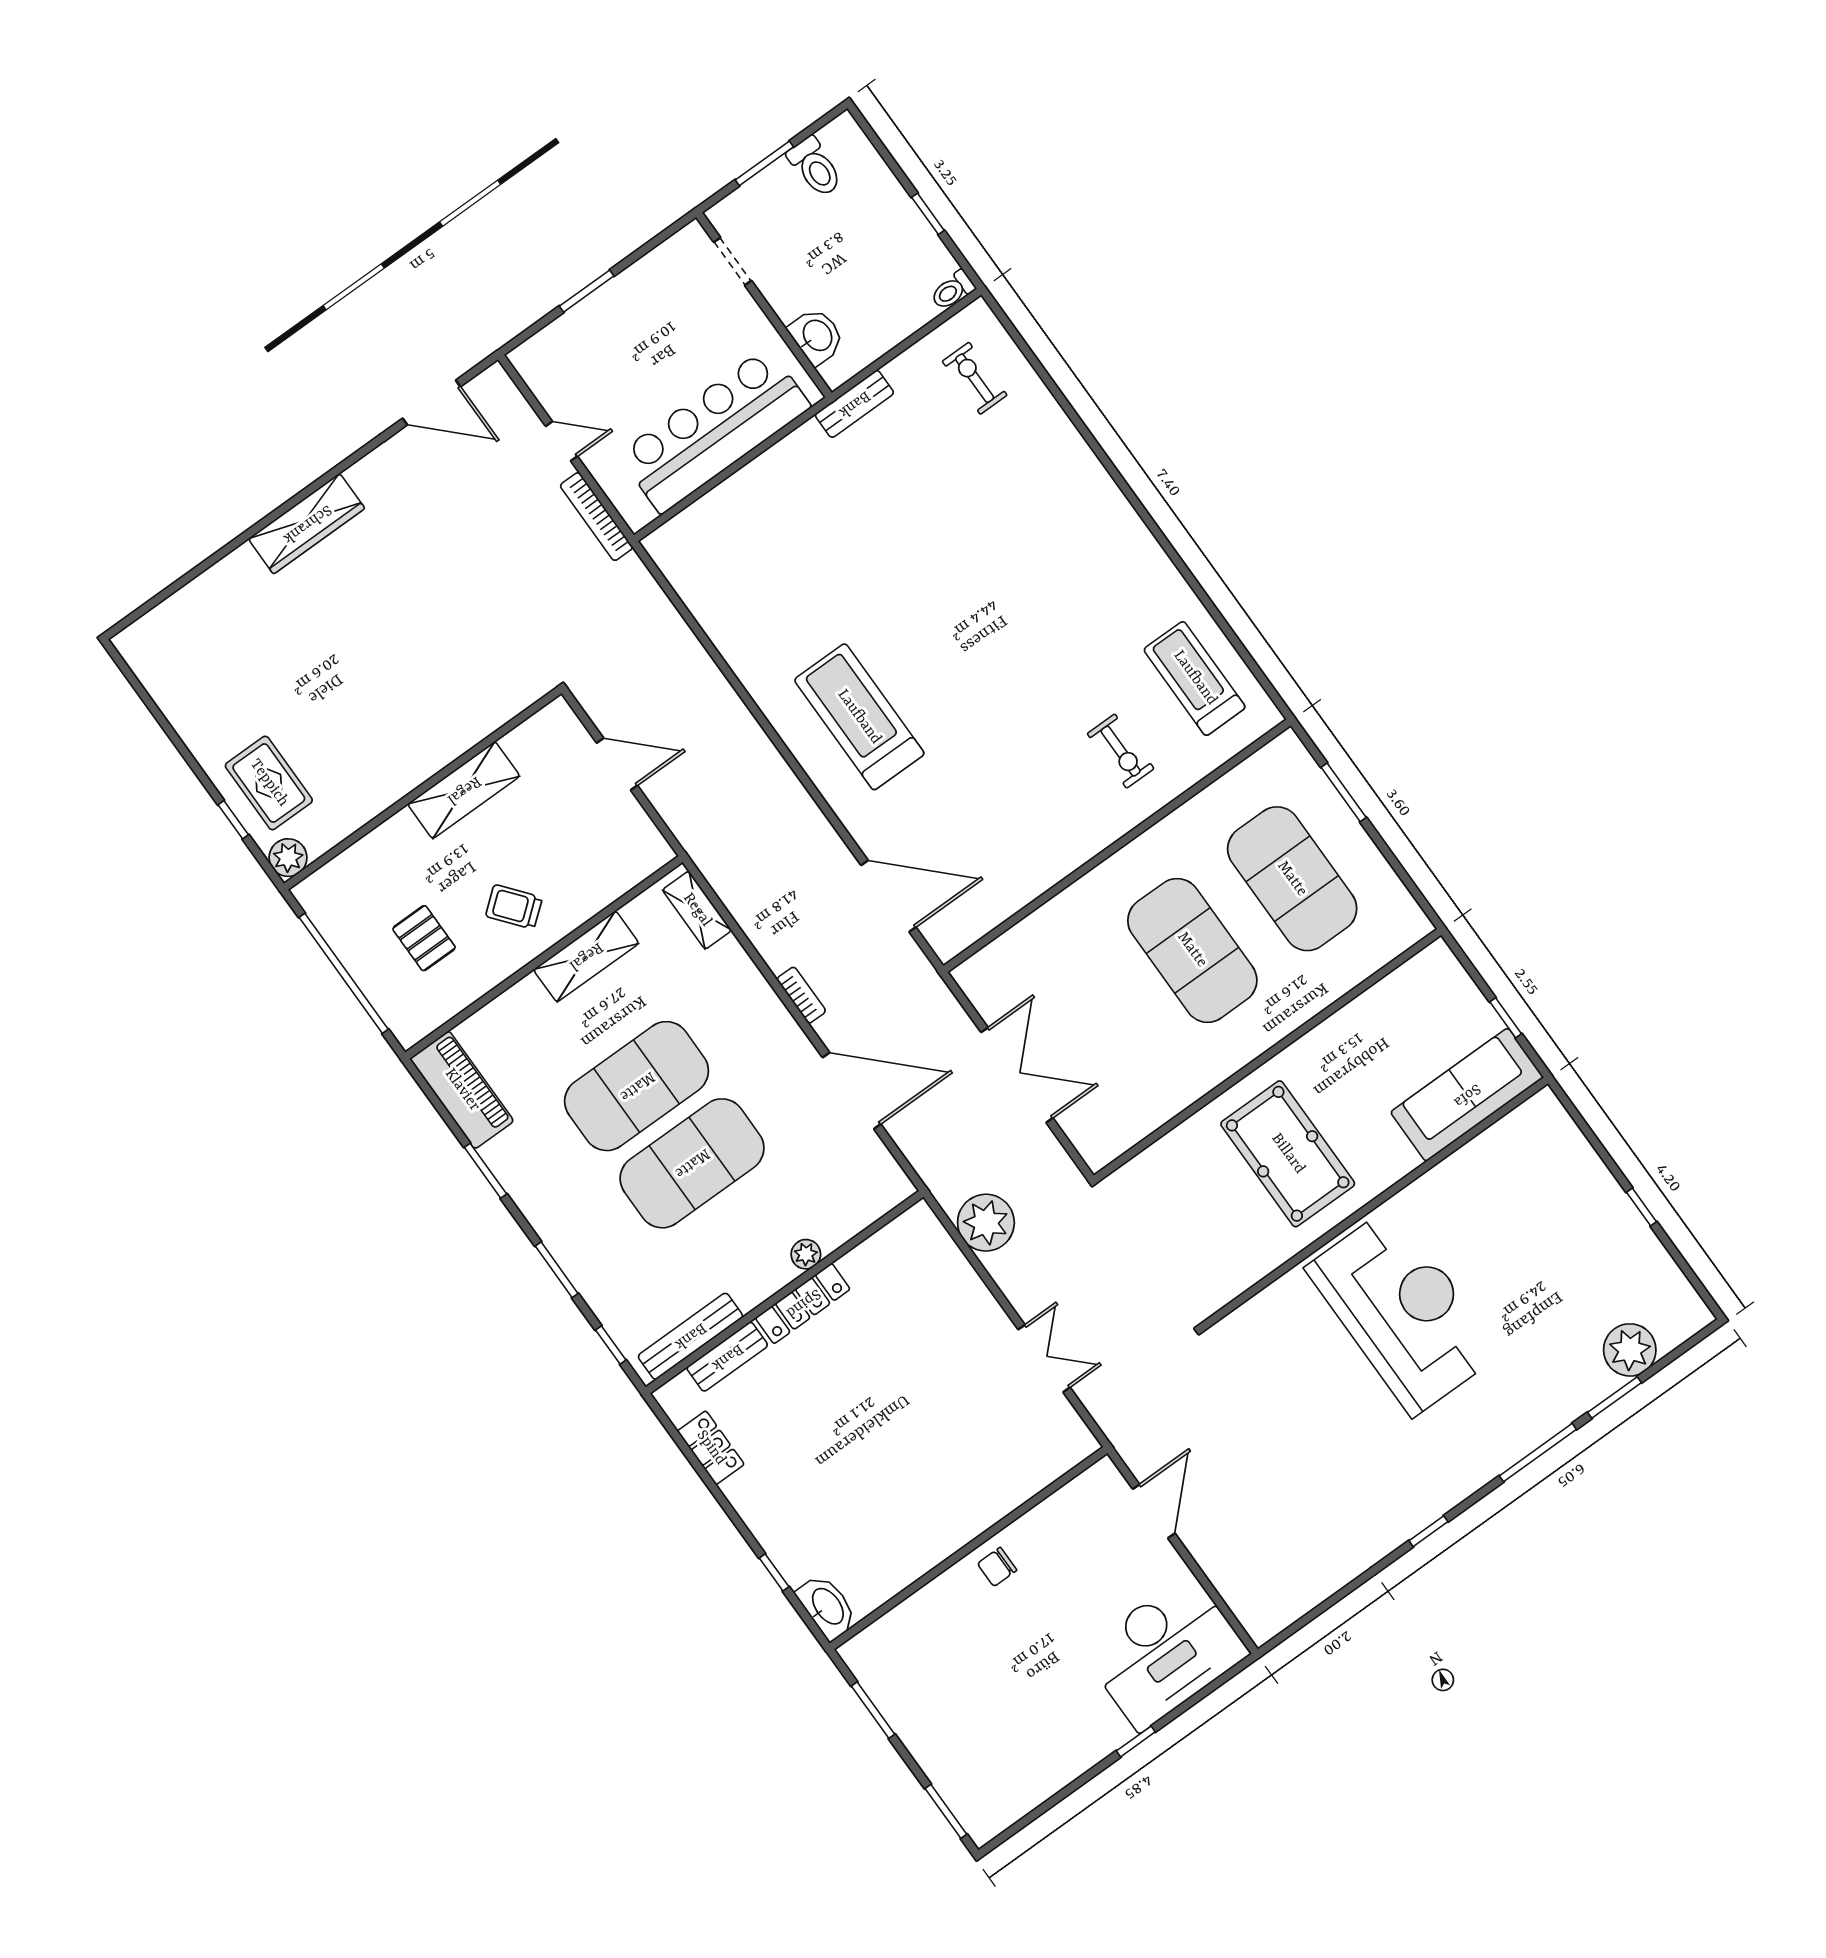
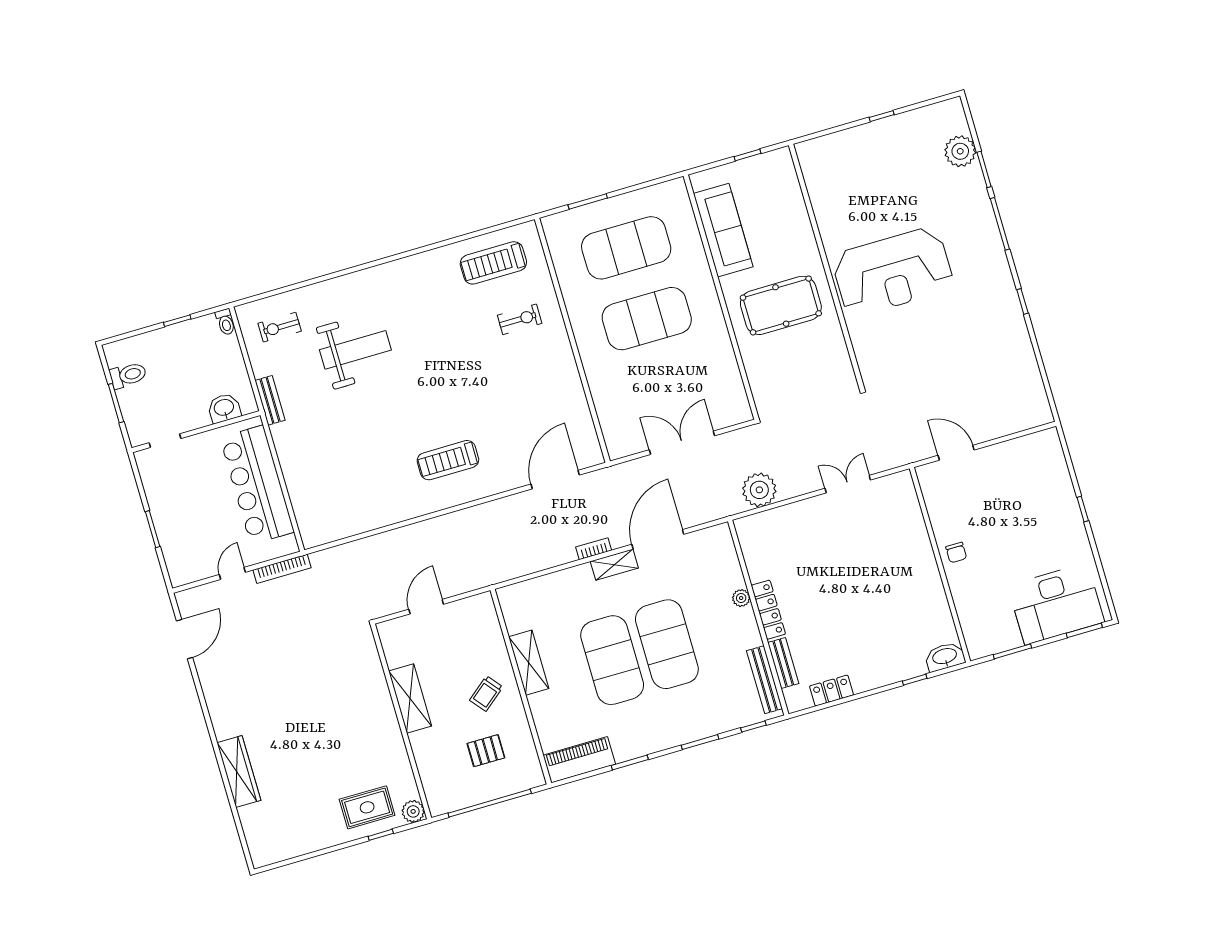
weight bench: (981, 510) -> (355, 350), added
wardrobe: (307, 524) -> (239, 772), moved
treadmill: (859, 717) -> (448, 460), width x0.73, depth x0.73
shelving: (697, 910) -> (614, 565), moved
sofa: (1467, 1095) -> (723, 230), moved, turned 180
reception desk: (1403, 1311) -> (893, 272), turned 180
desk: (1165, 1652) -> (1056, 604), moved, turned 90

